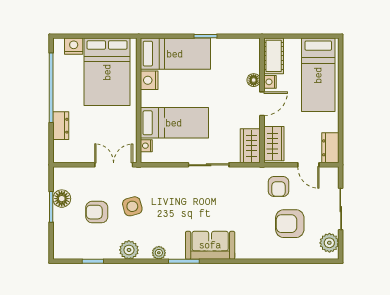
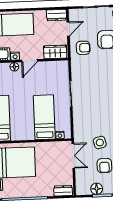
nightstand: (149, 80) -> (17, 135), removed
door: (262, 104) -> (30, 61), swing flipped
dresser: (61, 126) -> (63, 191), moved
wardrobe: (250, 146) -> (57, 67), removed
double door: (114, 165) -> (73, 156), swing flipped

